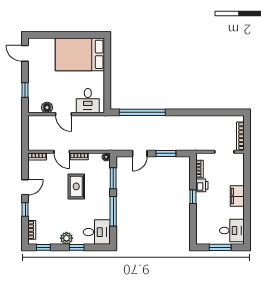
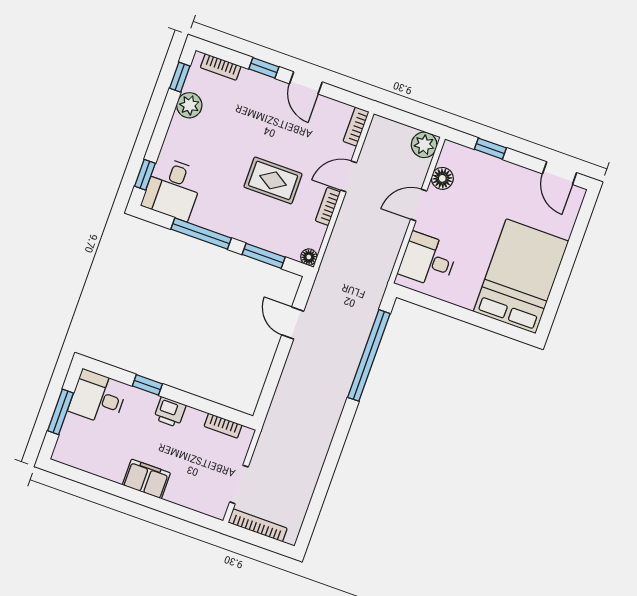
door: (25, 53) -> (560, 173), swing flipped
plant: (34, 122) -> (424, 145), added
window: (166, 153) -> (275, 372), removed
printer: (202, 185) -> (170, 412), moved
window: (193, 197) -> (147, 385), moved
desk: (232, 231) -> (98, 398), moved, turned 90
plant: (66, 238) -> (189, 105), moved
window: (77, 247) -> (145, 175), moved

